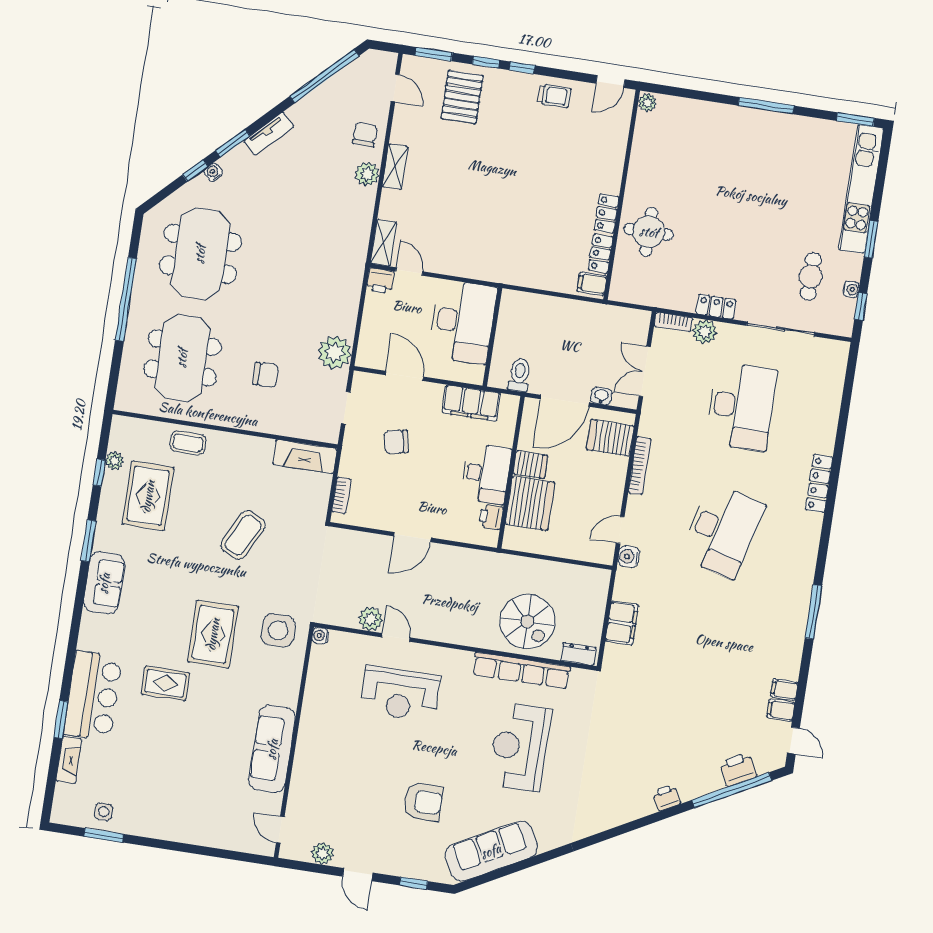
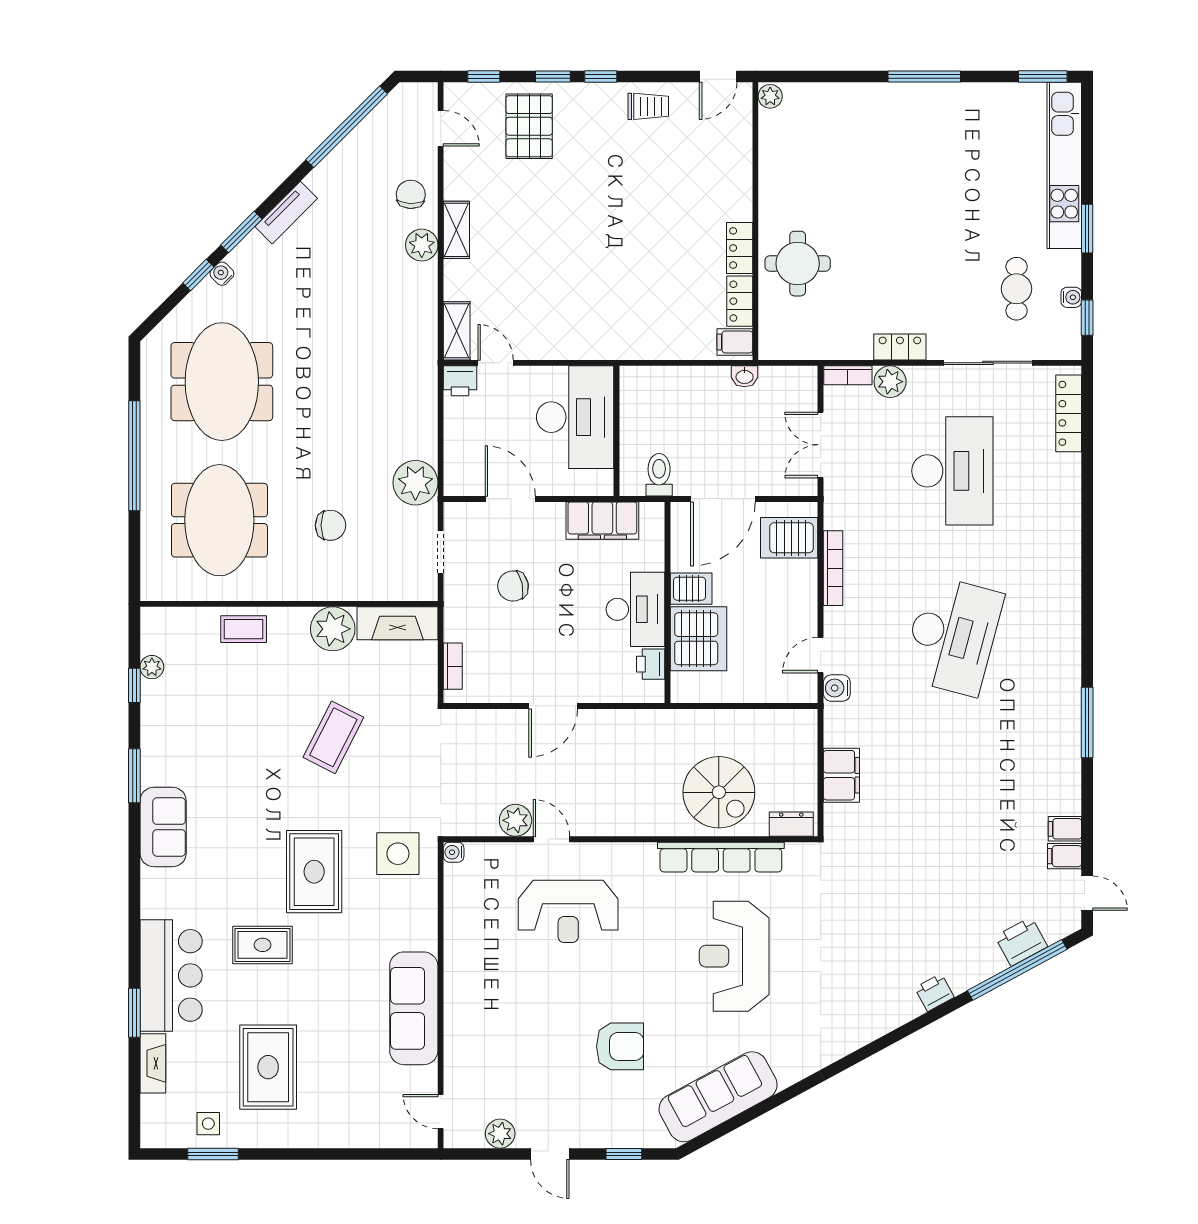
window: (434, 54) -> (484, 77), width x0.67
washbasin: (601, 396) -> (745, 376), moved, turned 180
plant: (255, 453) -> (333, 629), added
locker: (819, 483) -> (1069, 413), moved
rug: (148, 496) -> (268, 1067), moved

